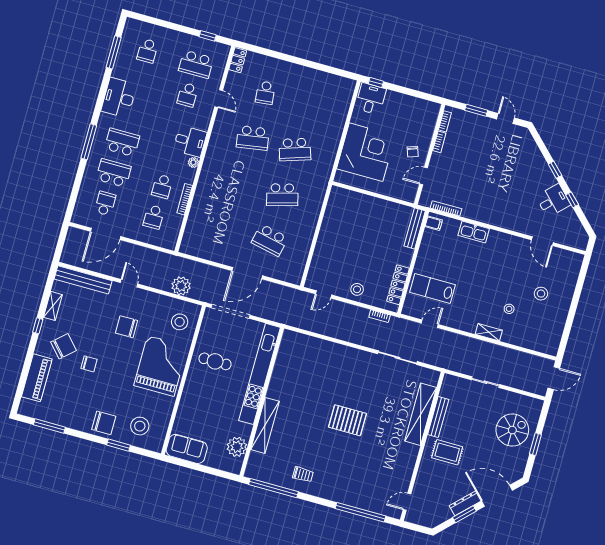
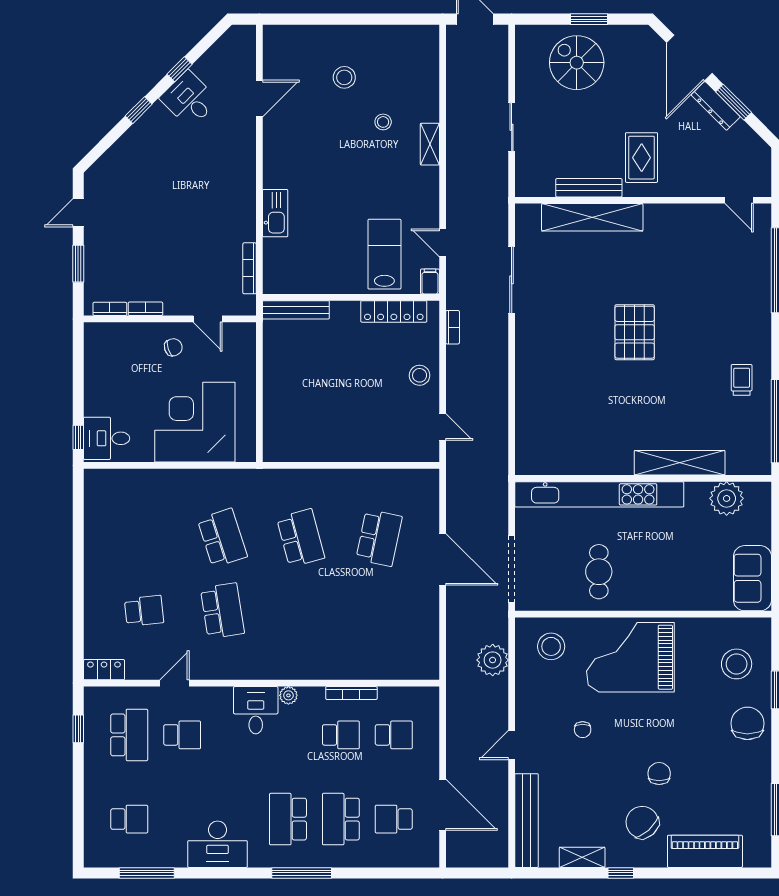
filing cabinet: (434, 223) -> (430, 281), moved
lab bench: (433, 288) -> (384, 254), turned 180
chair: (127, 327) -> (583, 730), width x0.54, depth x0.54

